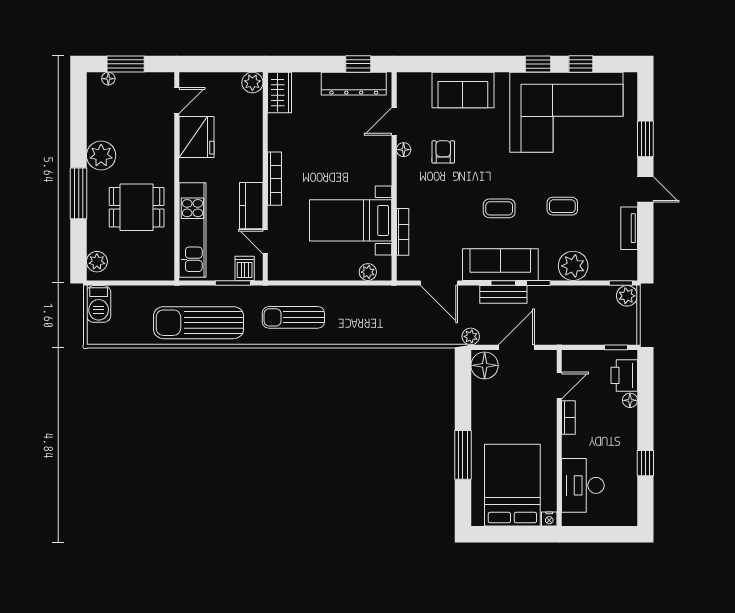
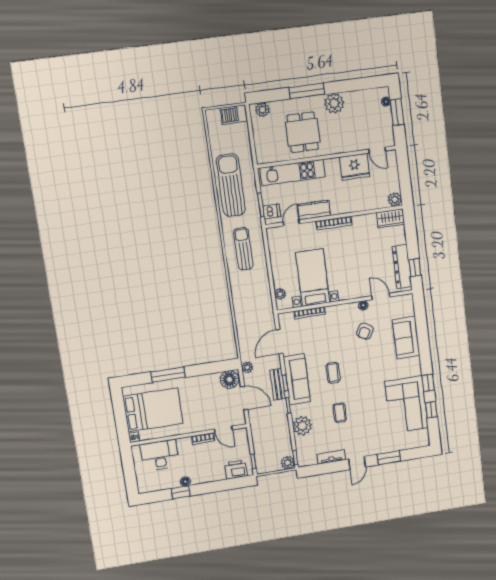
corner sofa: (566, 112) -> (407, 405), width x0.73, depth x0.74
armchair: (443, 152) -> (365, 331), turned 119
floor lamp: (630, 400) -> (185, 482), moved

